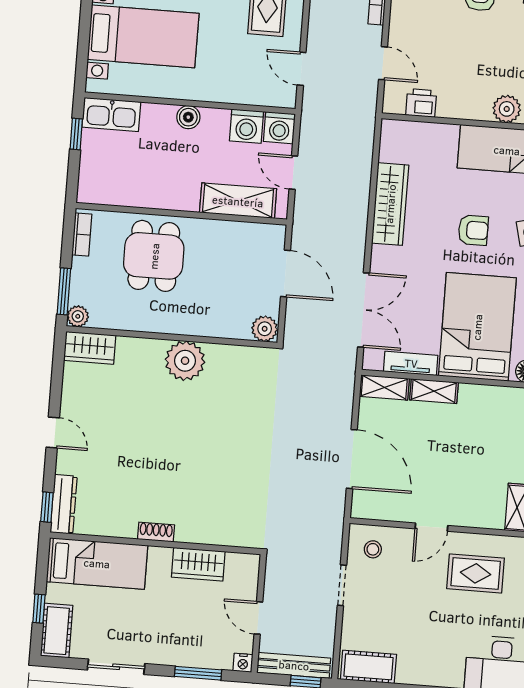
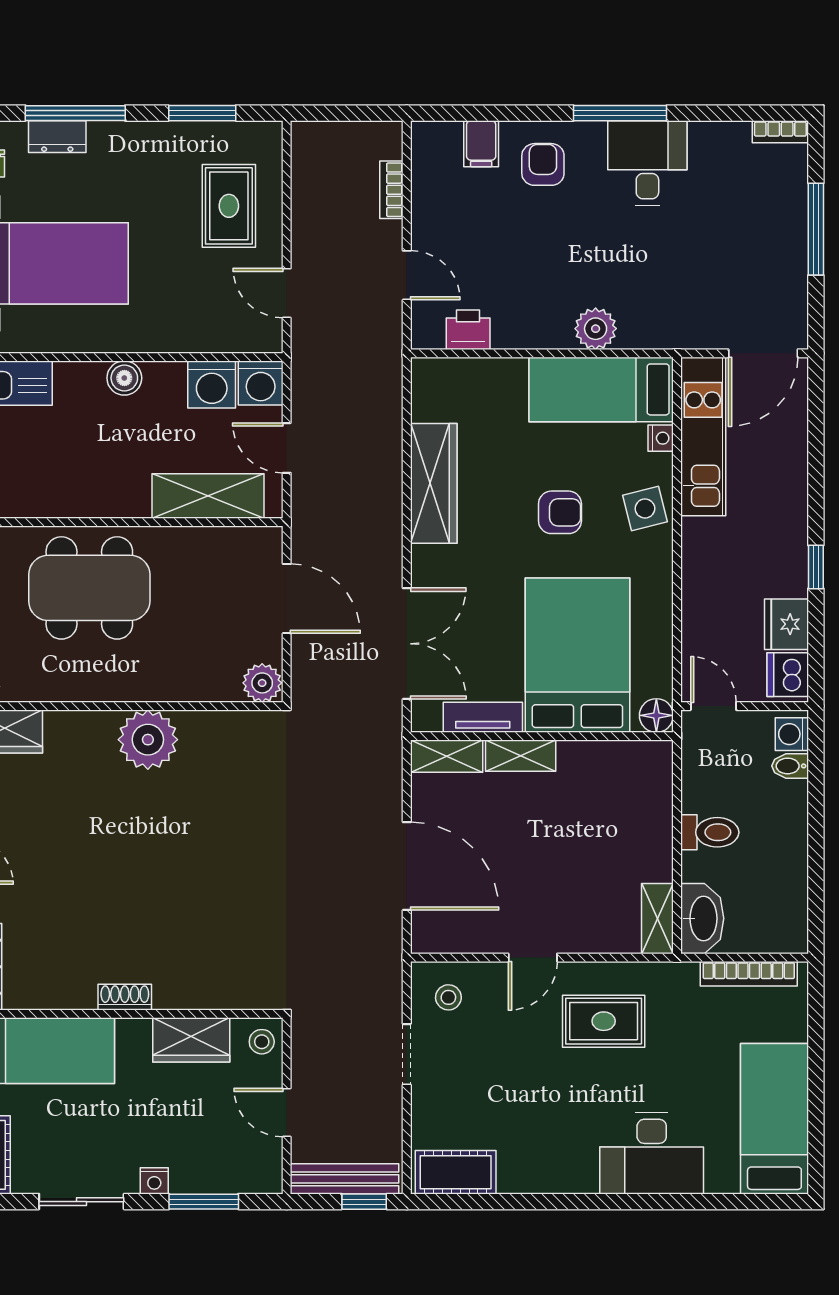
dining table: (154, 256) -> (89, 588), width x1.38
stool: (245, 569) -> (262, 1042), added
nightstand: (243, 663) -> (154, 1181), moved

